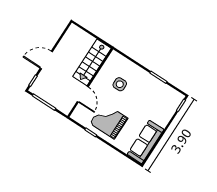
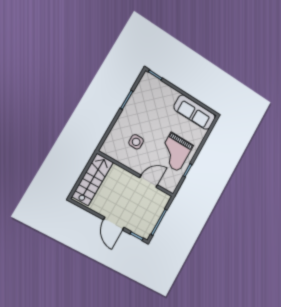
stairs: (92, 62) -> (93, 179), moved, turned -90

